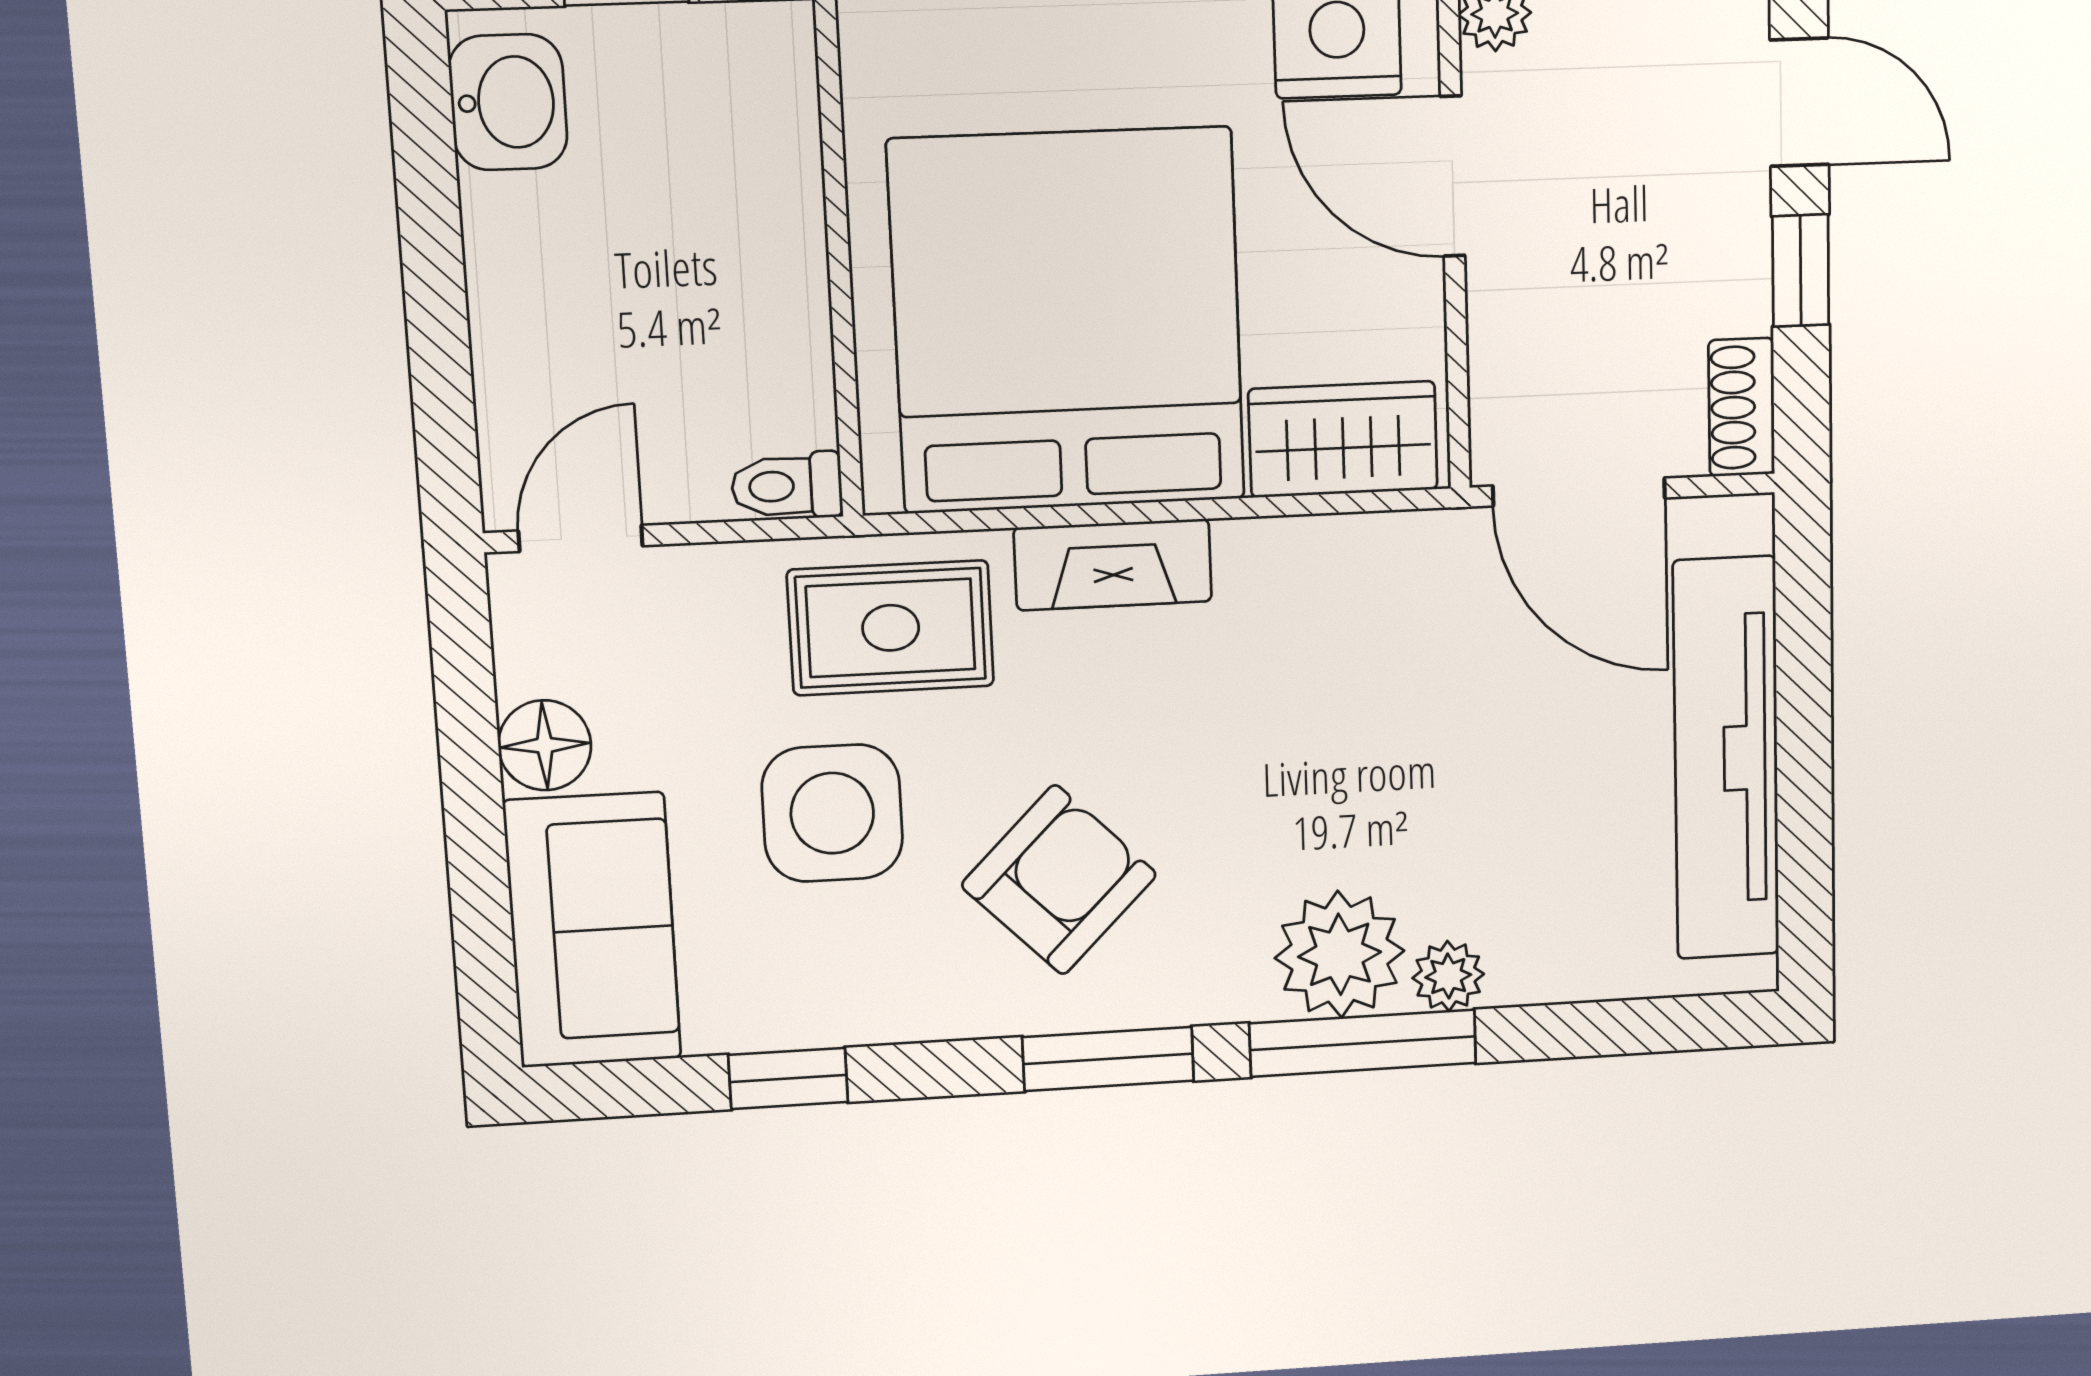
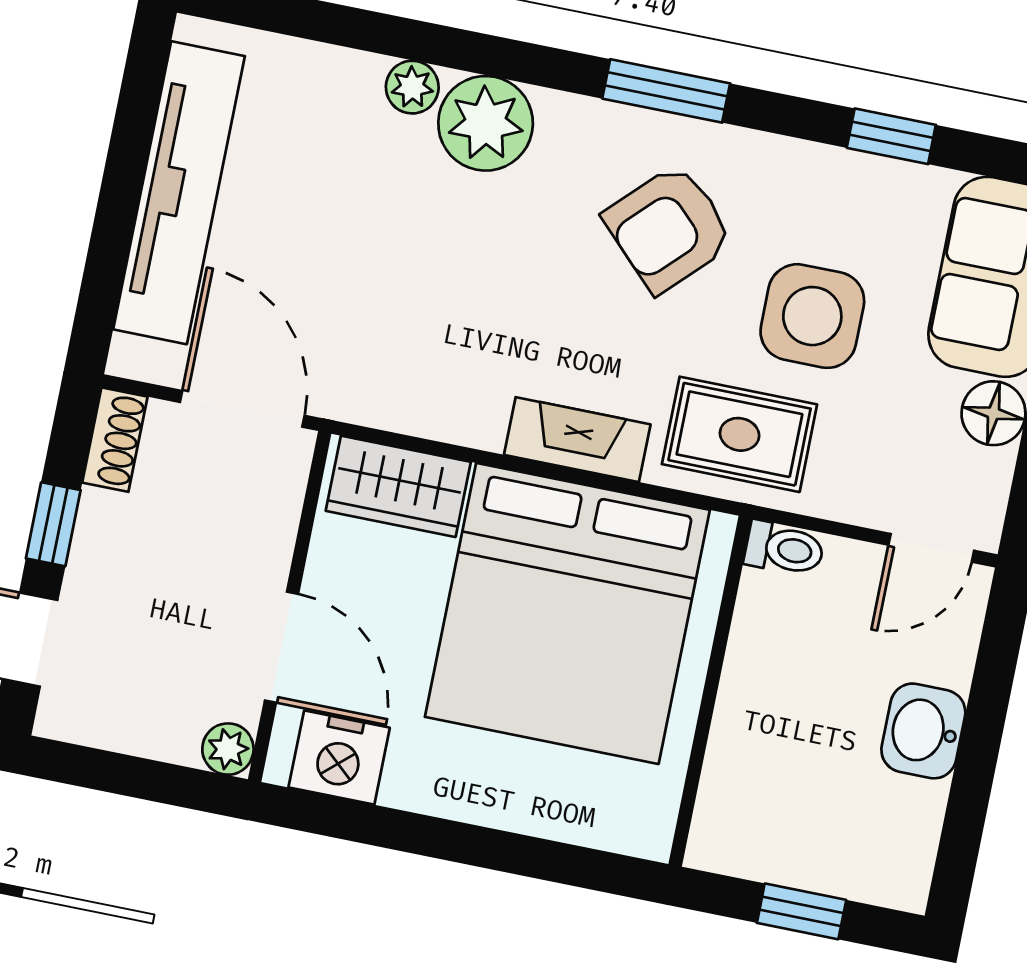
washbasin: (508, 102) -> (923, 731), moved
window: (1363, 1043) -> (484, 54), removed

